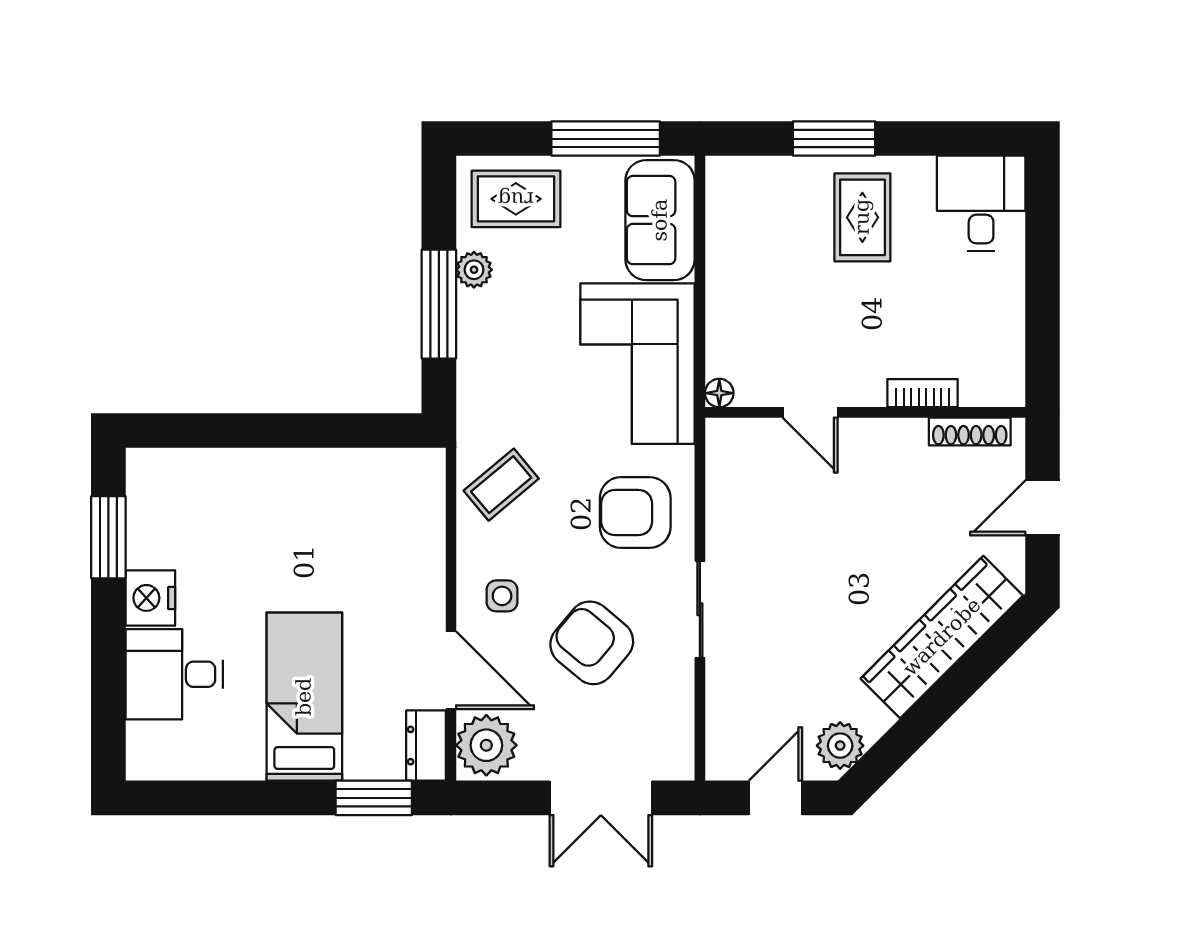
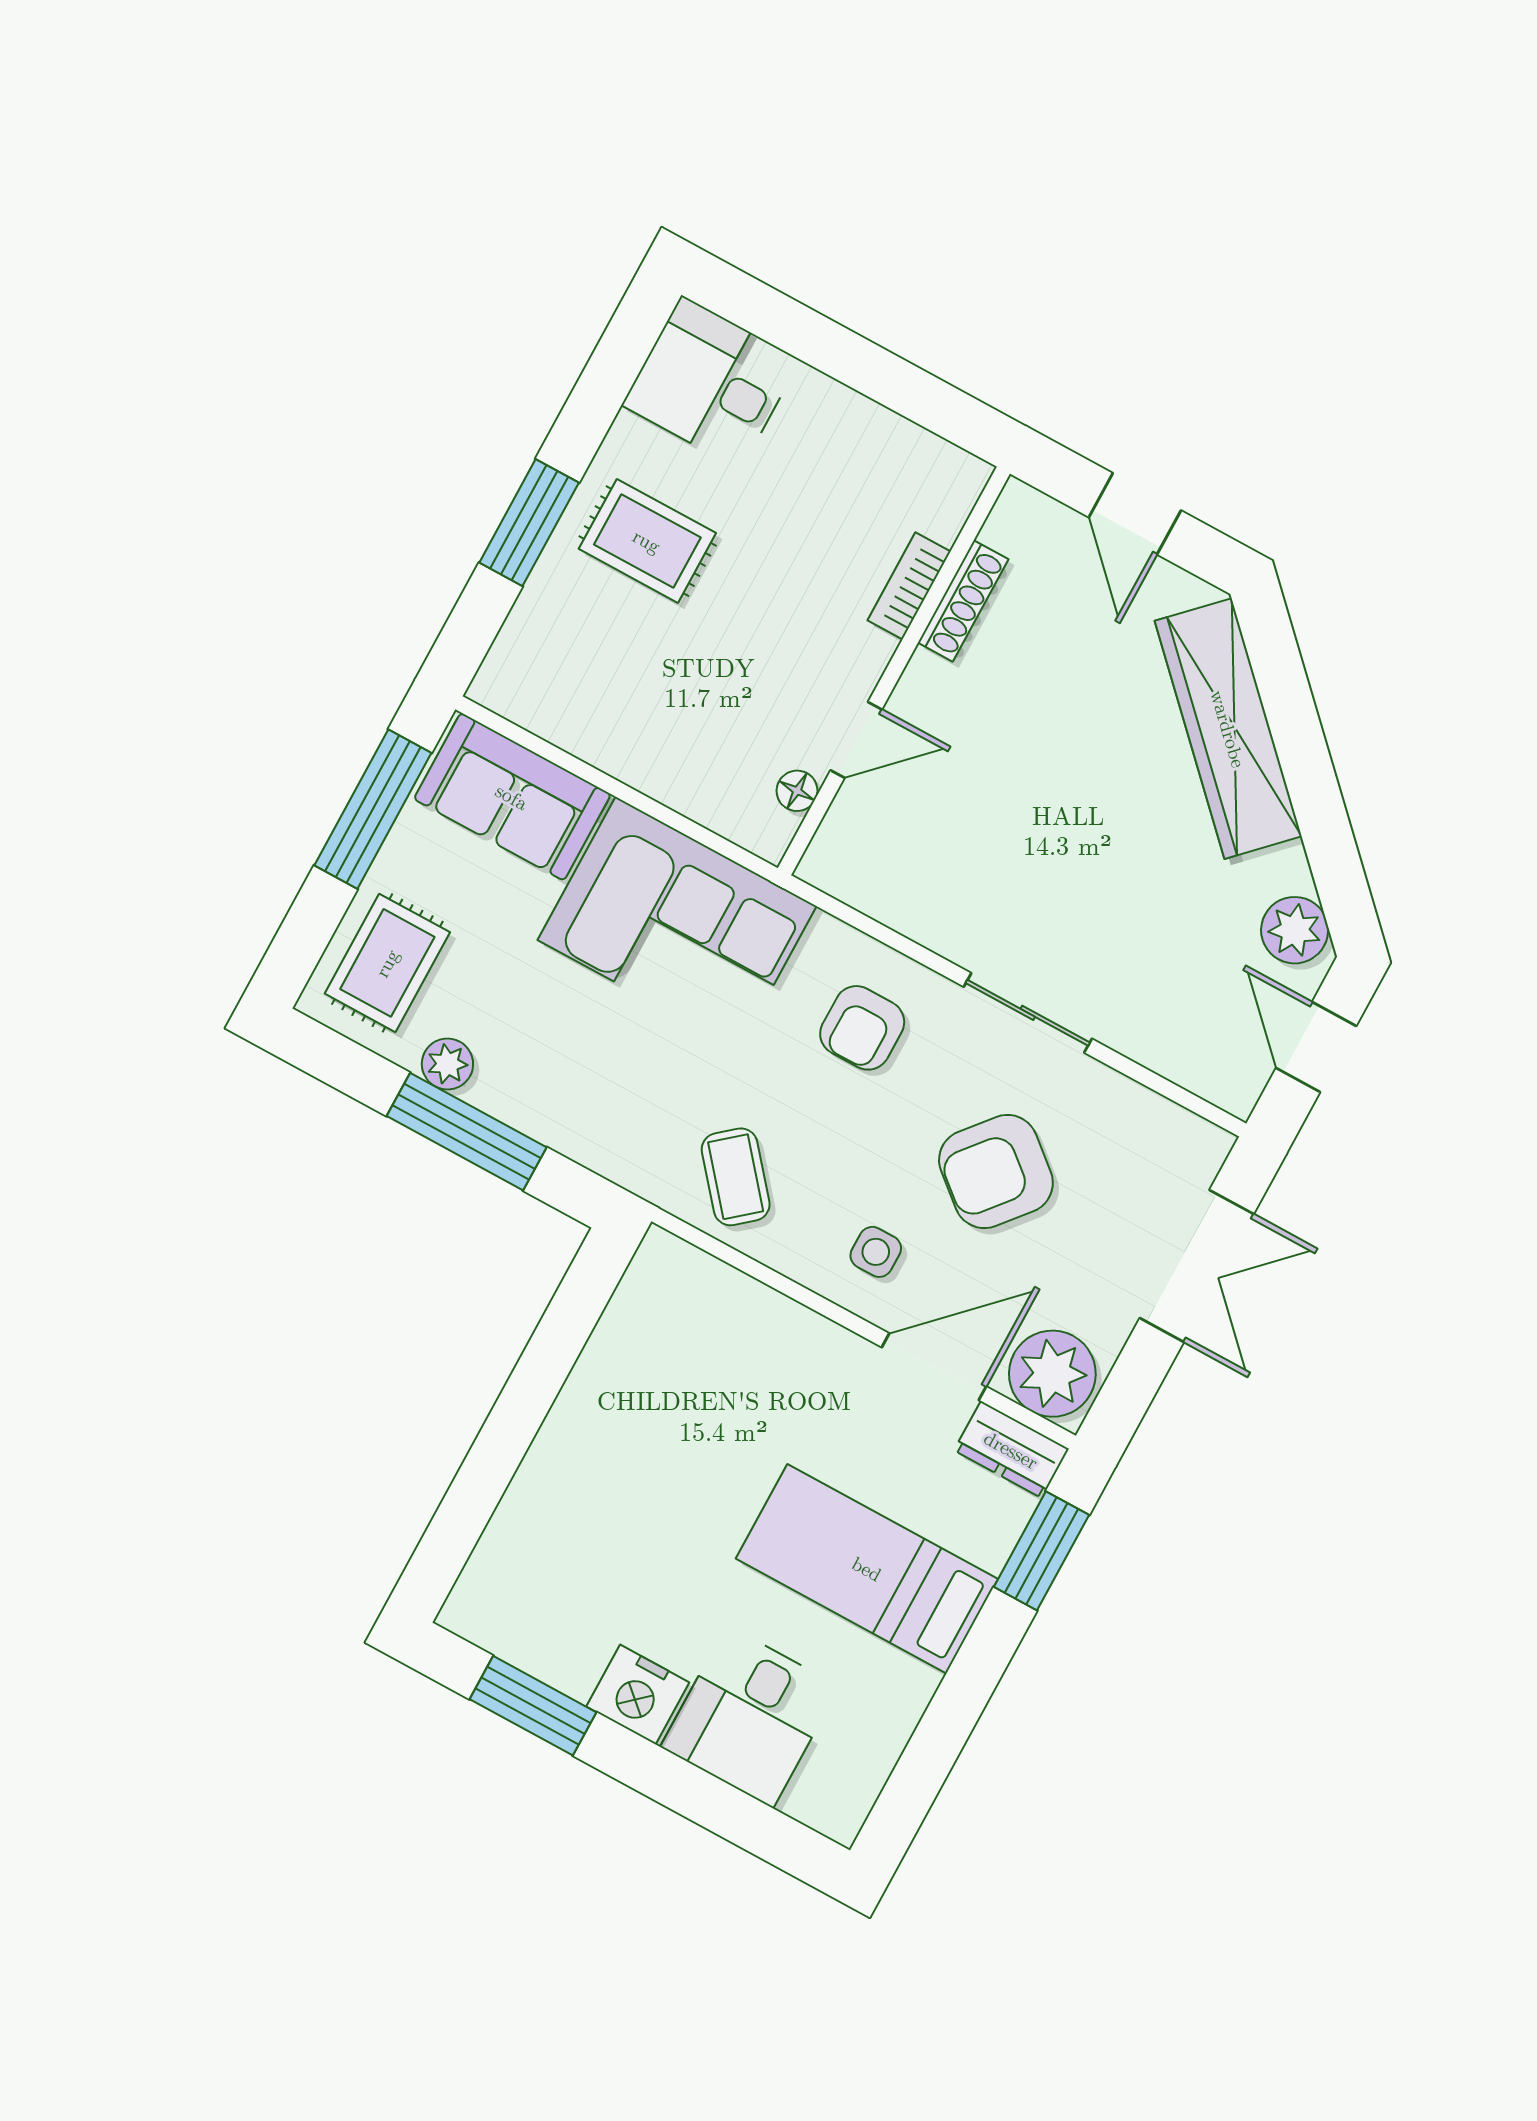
floor lamp: (719, 393) -> (797, 791), moved
shoe rack: (970, 431) -> (963, 601), moved
armchair: (635, 513) -> (862, 1028), width x0.72, depth x0.72

